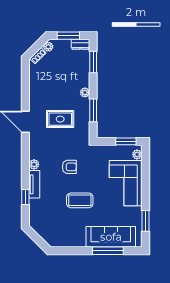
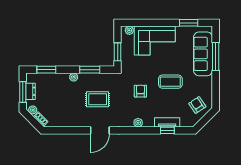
dresser: (80, 44) -> (31, 91), moved
rug: (60, 119) -> (98, 99), turned 90
window: (126, 141) -> (118, 52), moved
tv unit: (34, 184) -> (167, 122), moved
coffee table: (80, 200) -> (170, 82), turned 90
armchair: (54, 230) -> (197, 105), added

